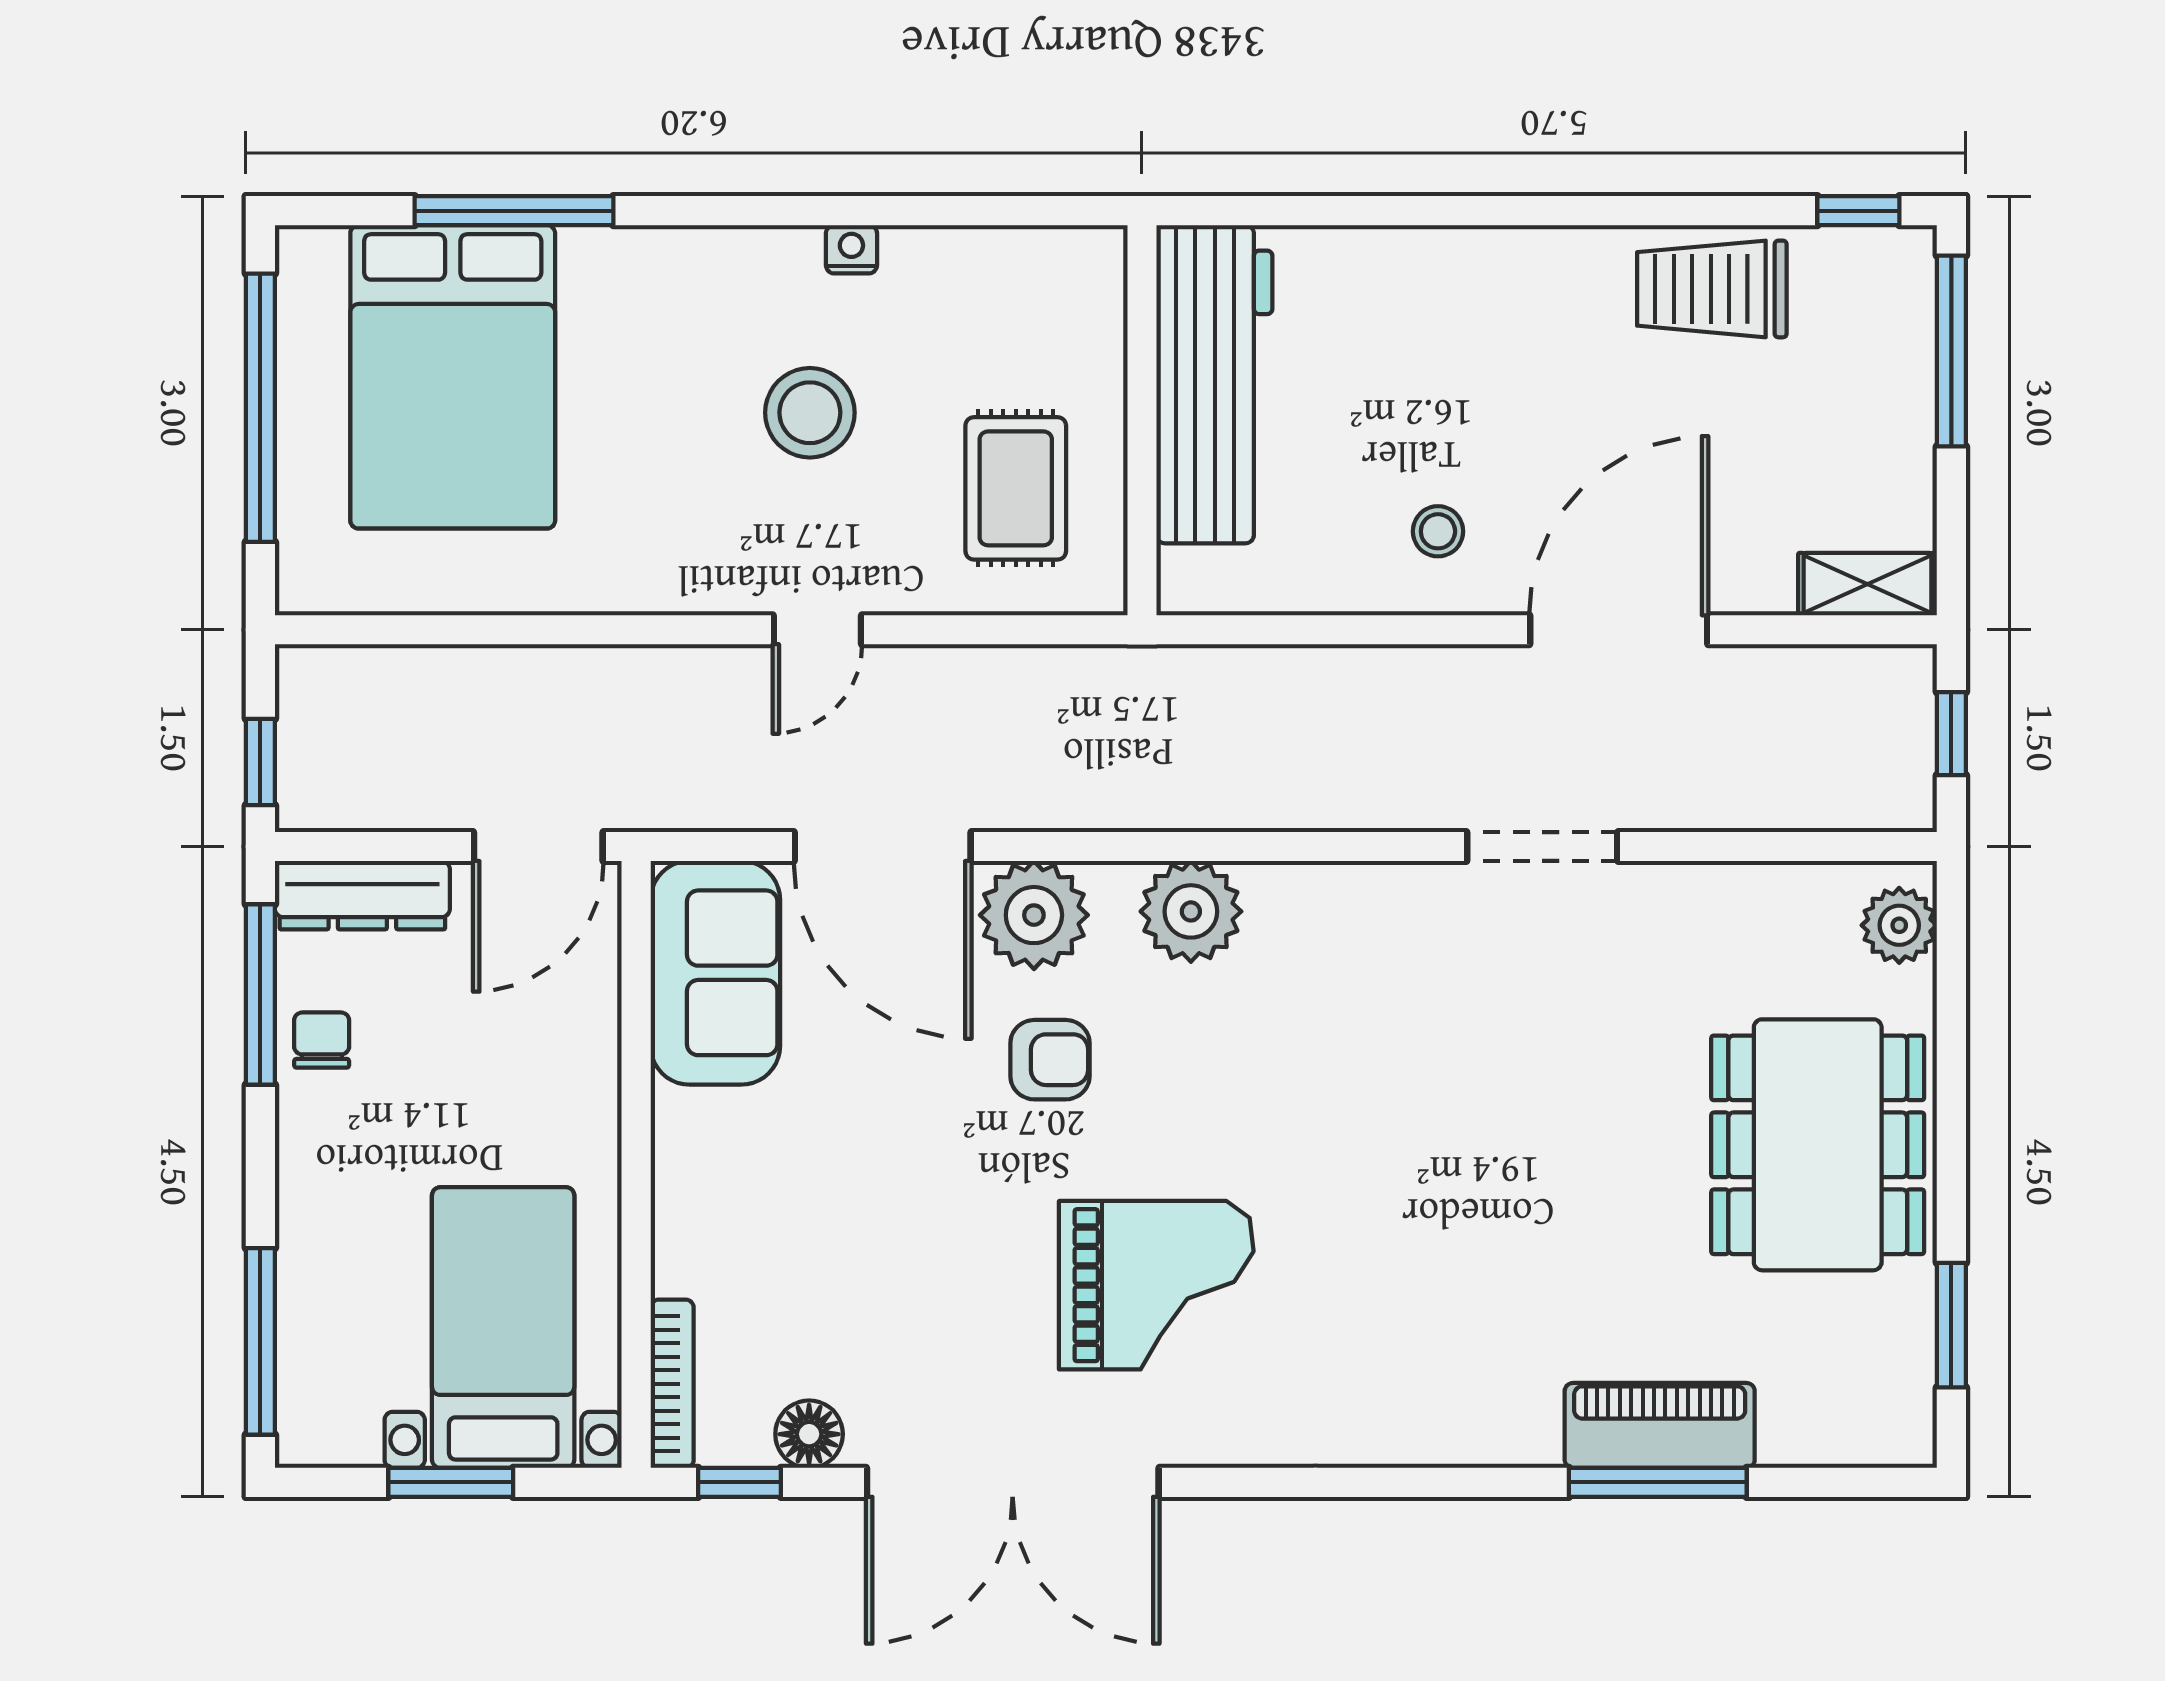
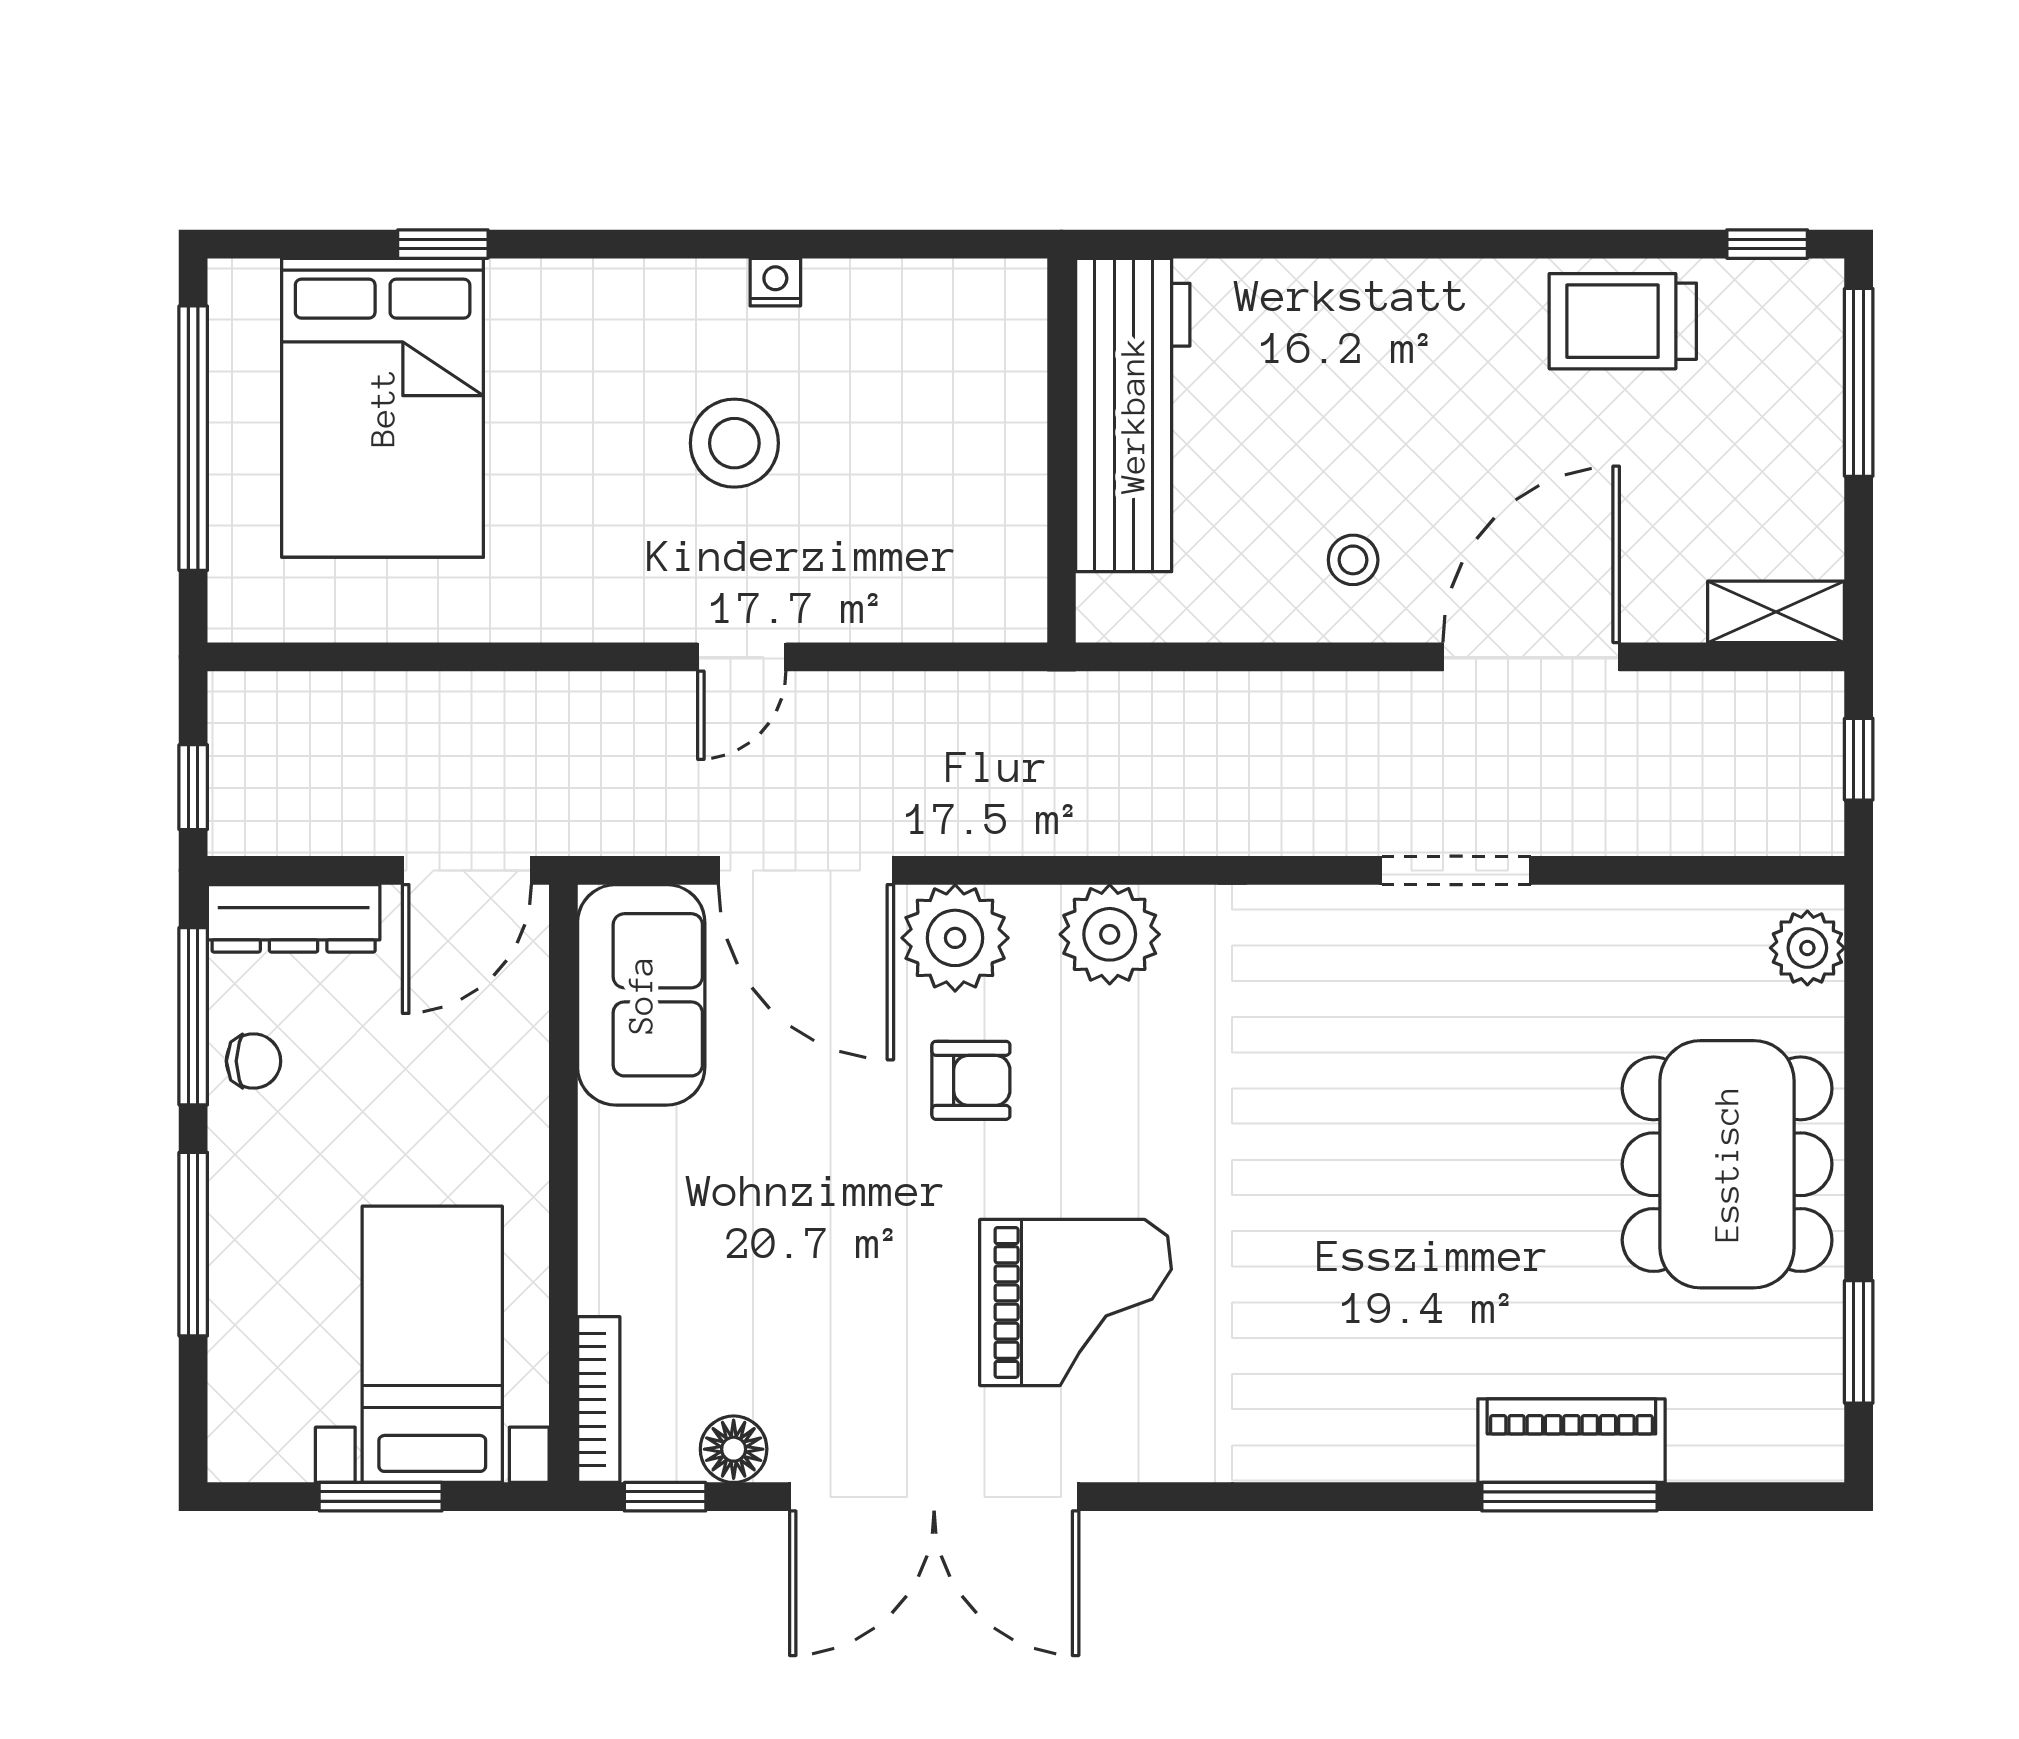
window: (514, 211) -> (443, 244), width x0.46
rug: (1016, 488) -> (937, 518), removed
chair: (322, 1040) -> (253, 1061), turned 90
window: (260, 1341) -> (193, 1244), moved

